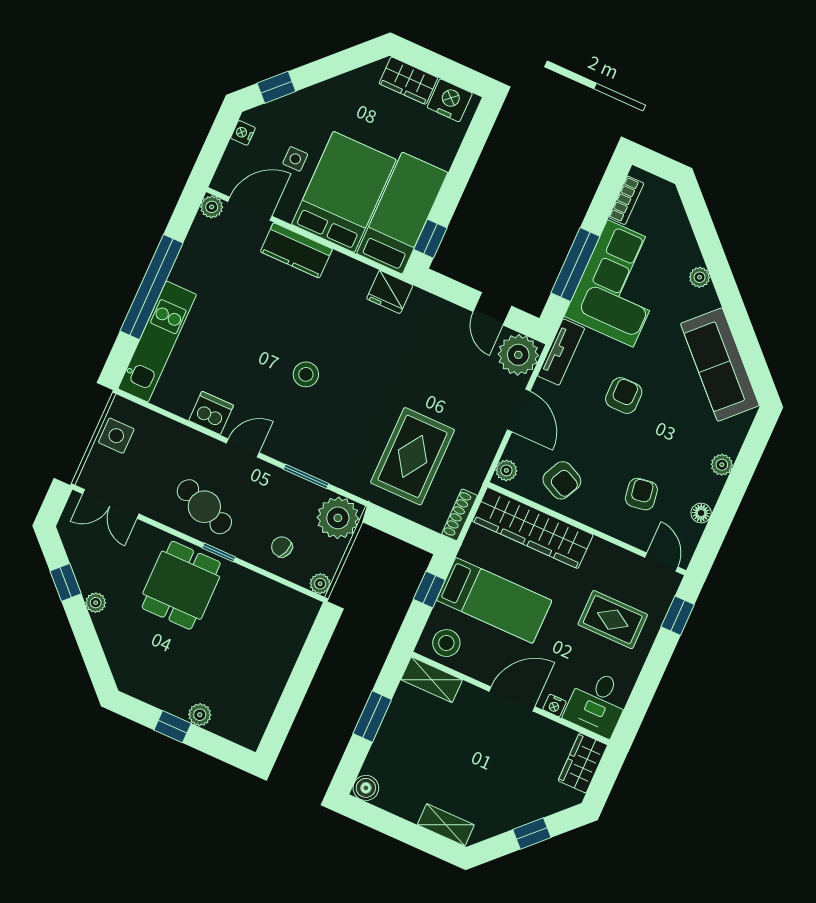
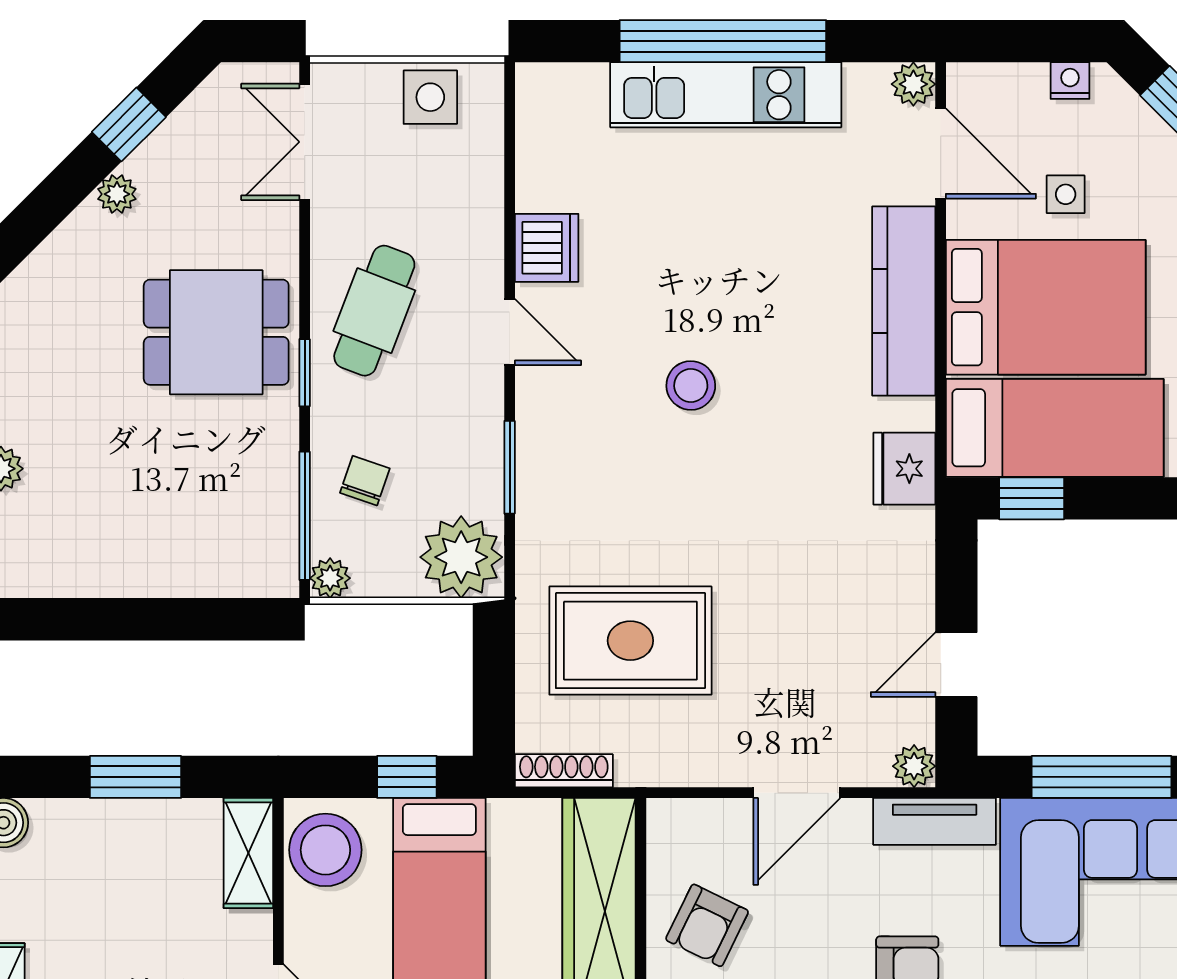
kitchen counter: (296, 250) -> (904, 301), width x1.50
kitchen unit: (157, 342) -> (726, 95), moved
plant: (518, 355) -> (914, 766), width x0.53, depth x0.53
plant: (506, 470) -> (680, 819), removed
window: (286, 582) -> (305, 516), added
stool: (446, 643) -> (325, 850), width x1.38, depth x1.38

